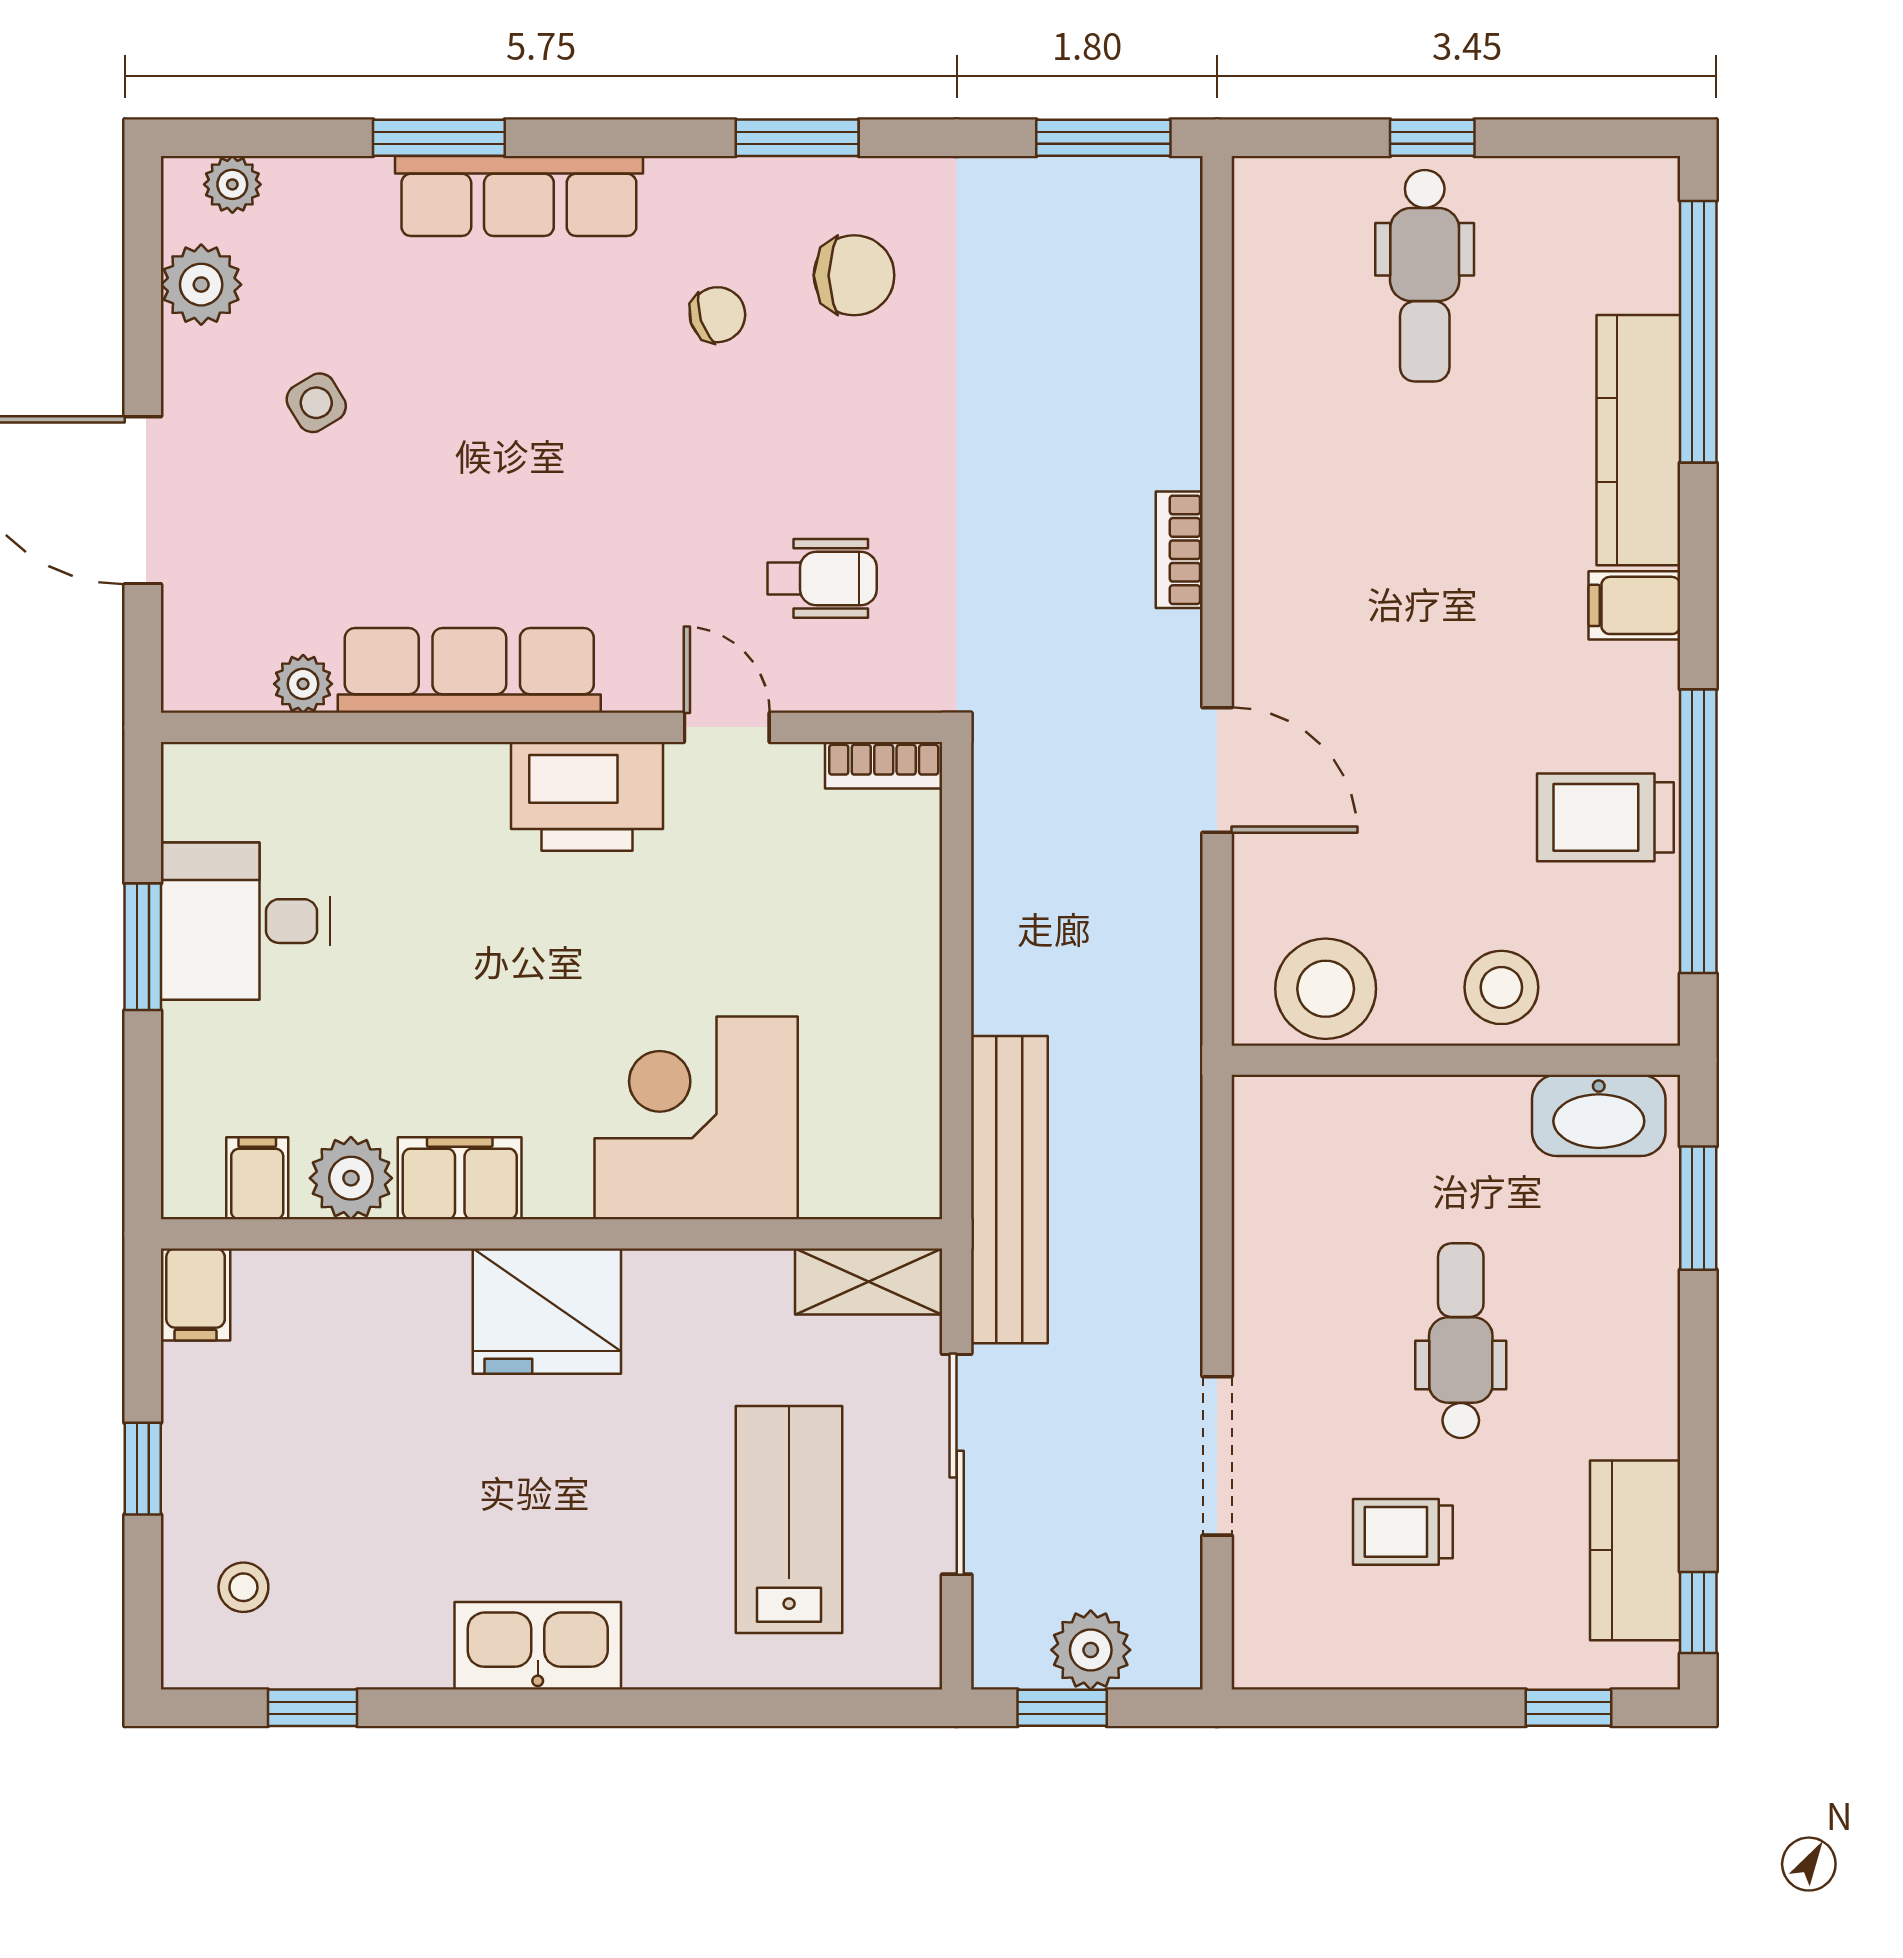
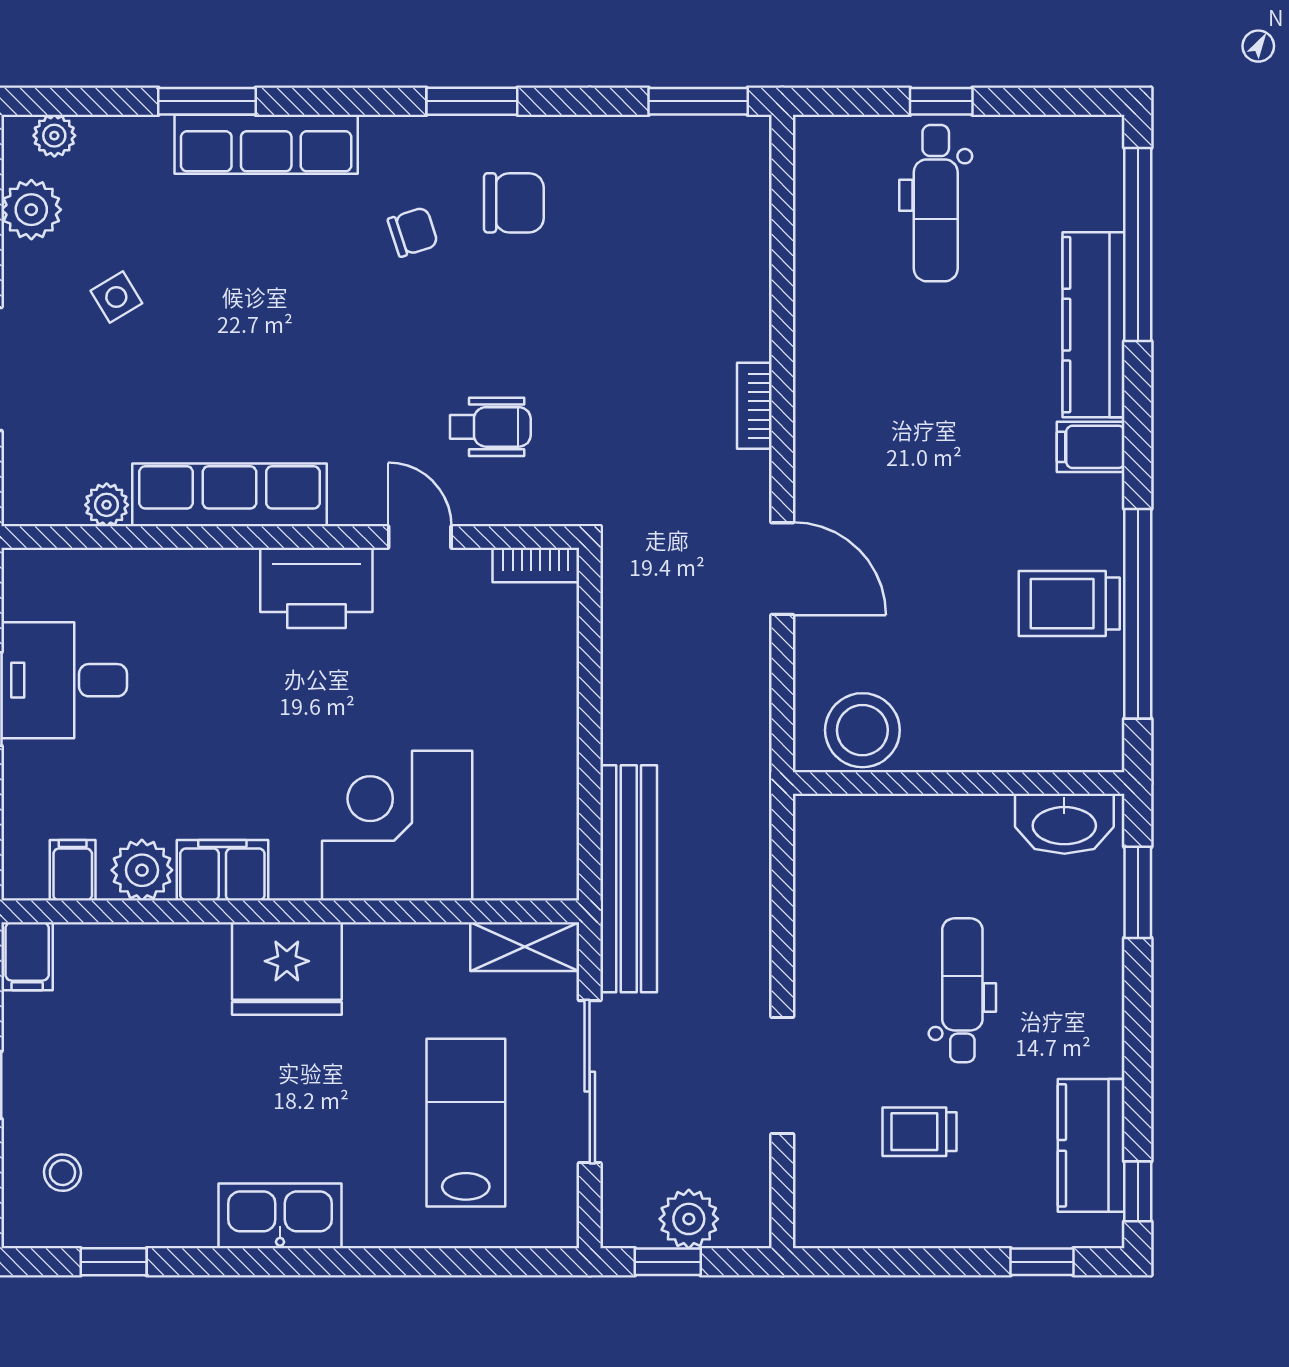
stool: (1501, 987) -> (992, 729), removed

